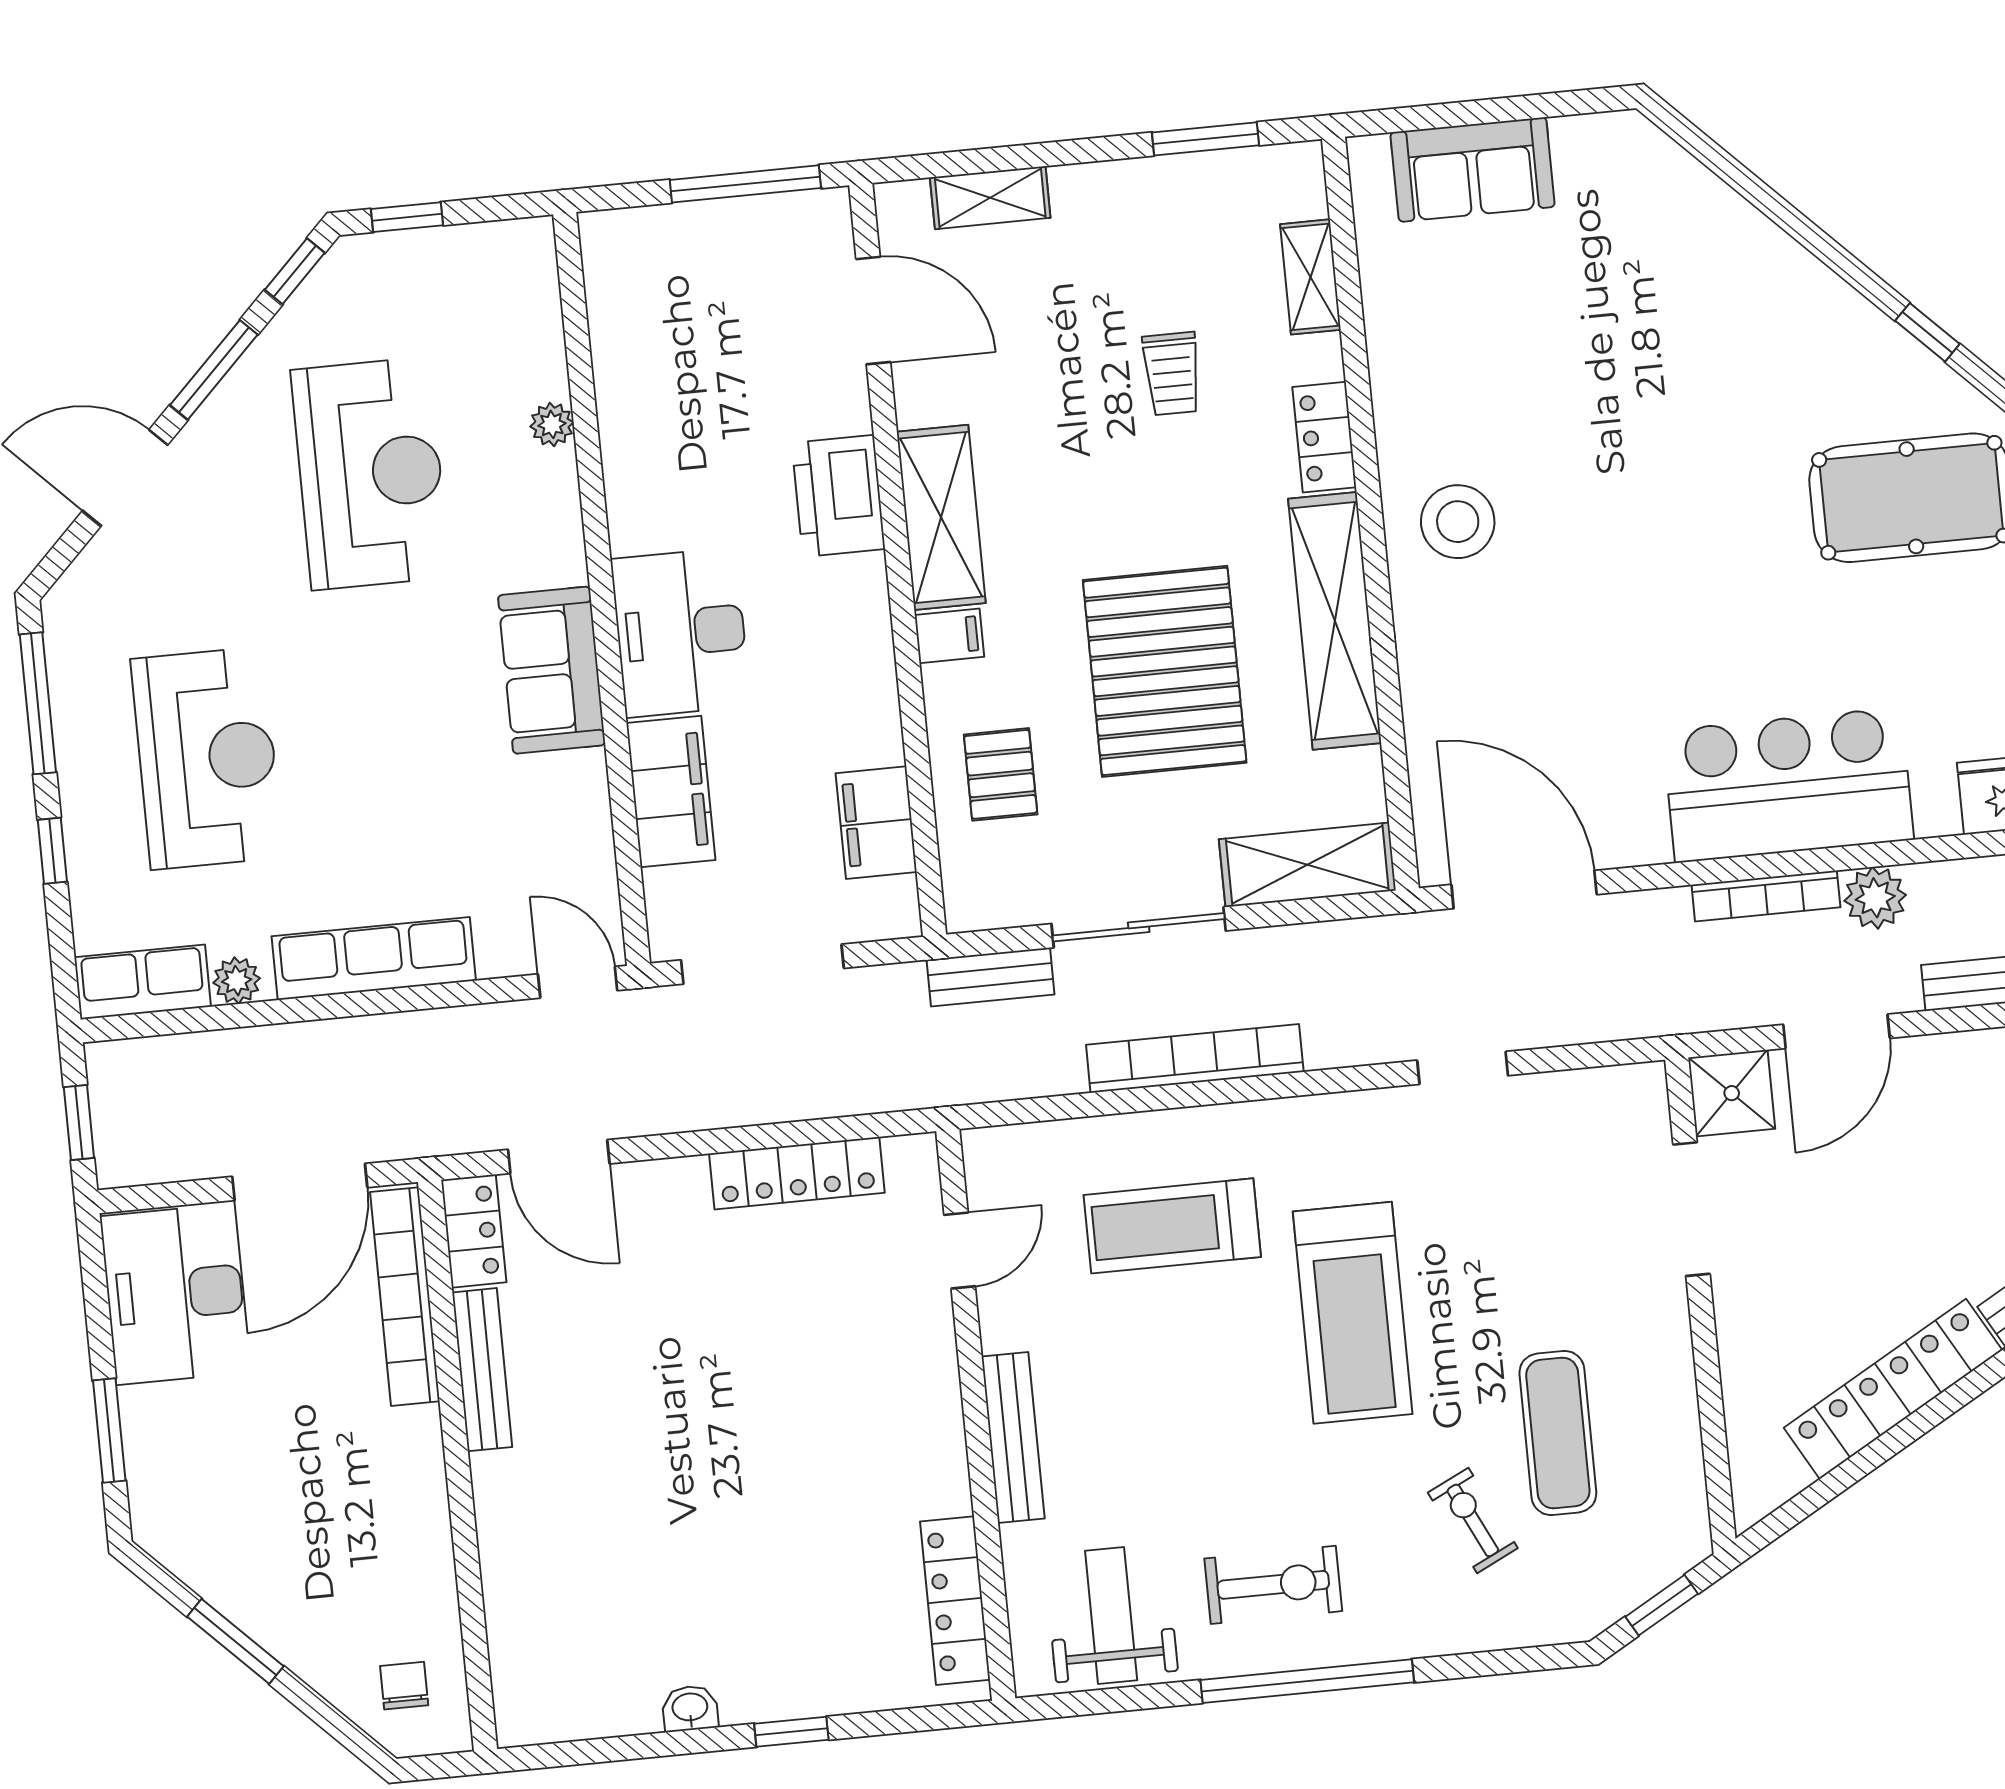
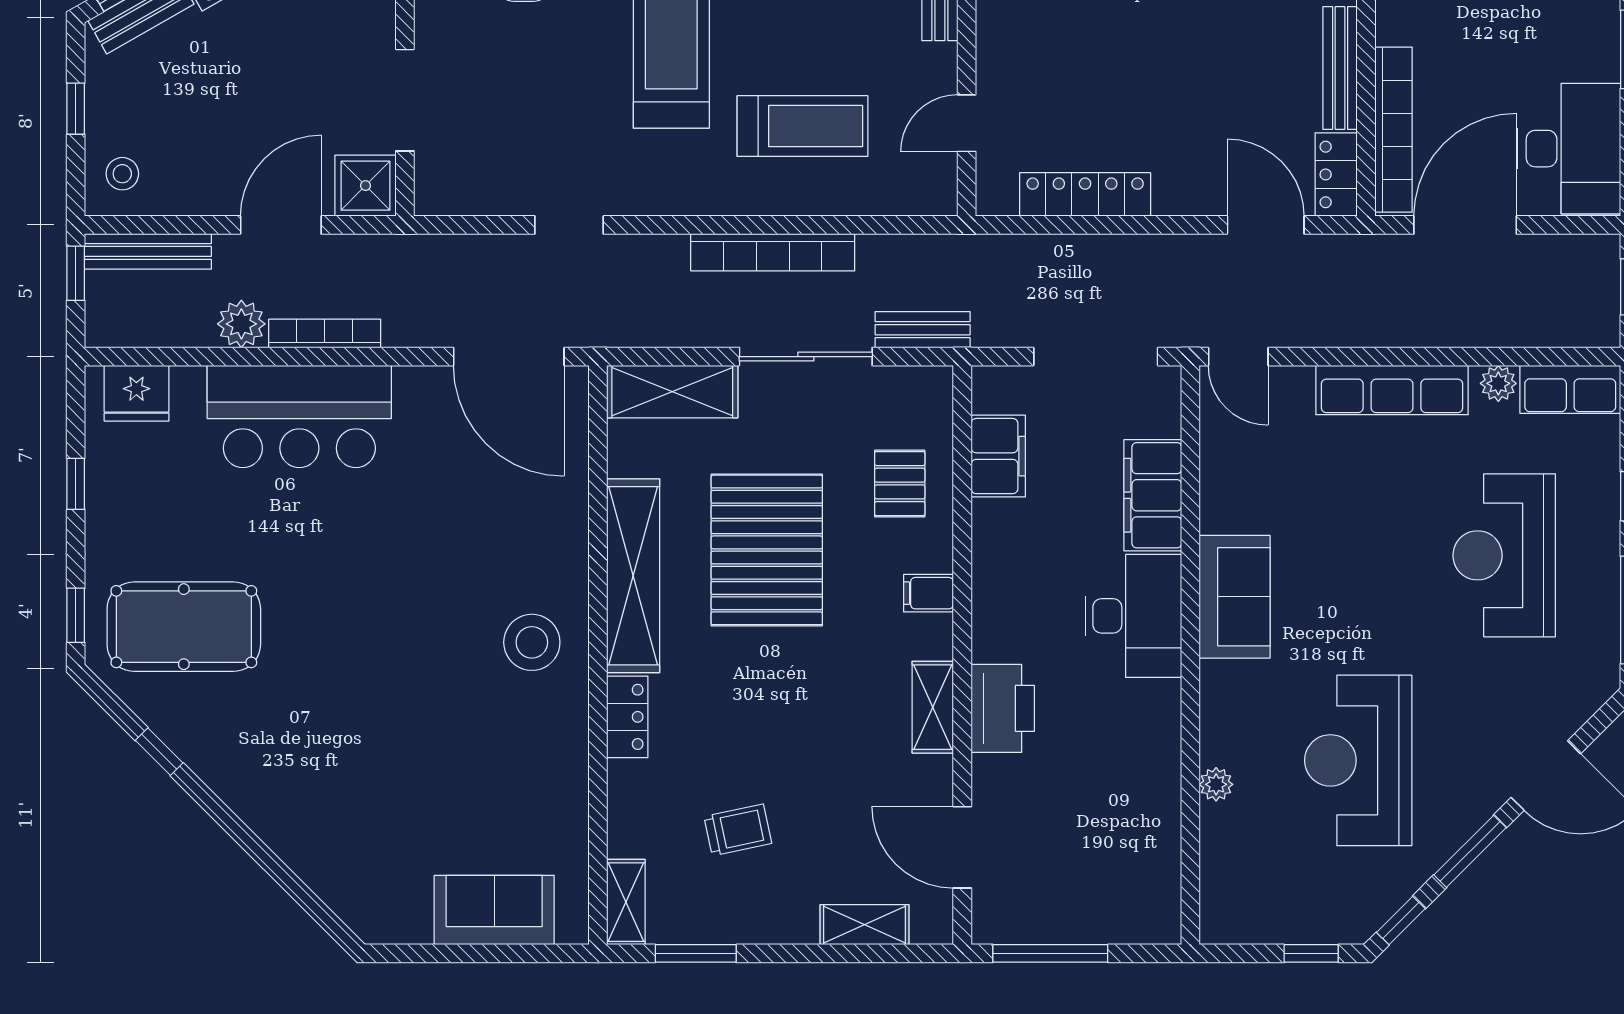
shelving: (1310, 277) -> (626, 902), moved
trolley: (1172, 374) -> (738, 830), moved, turned 78
shelving: (941, 517) -> (933, 707), width x0.67, depth x0.75

